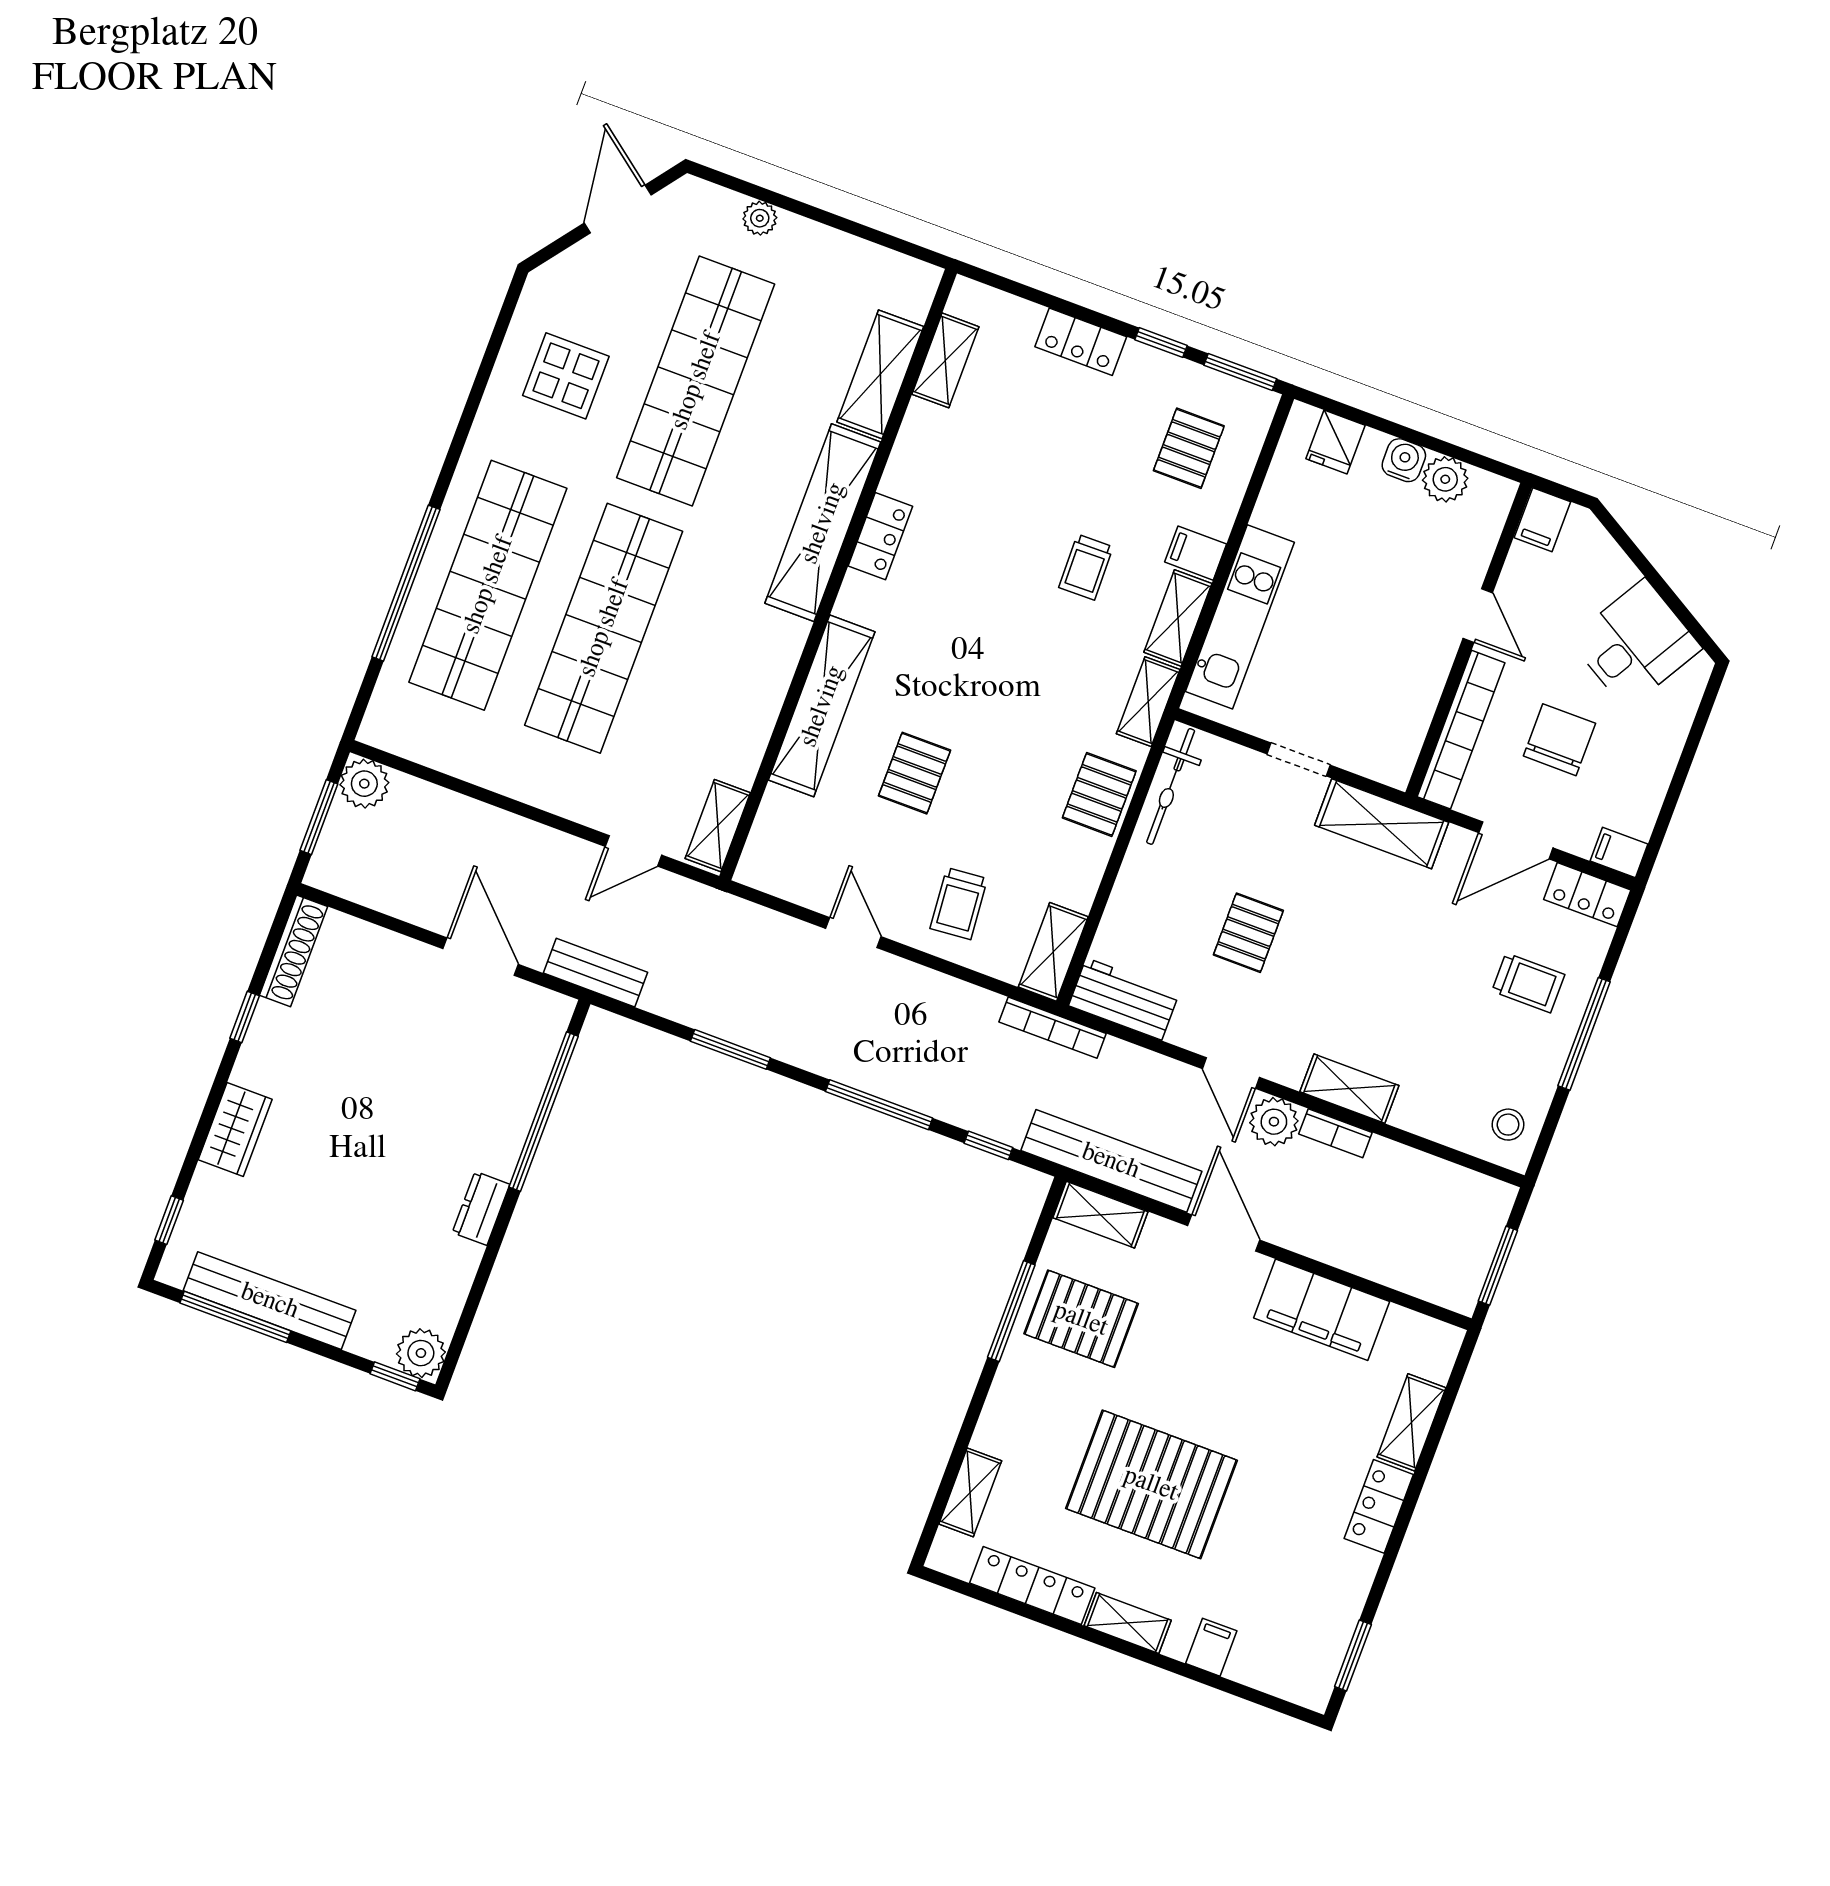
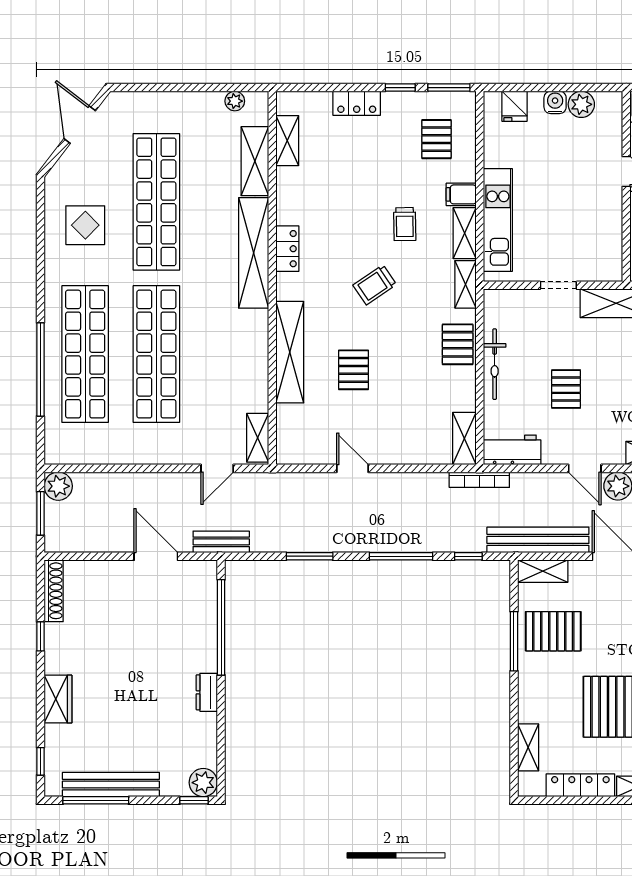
plant: (760, 218) -> (235, 101), moved
bicycle: (1171, 786) -> (495, 364), moved
trolley: (959, 904) -> (375, 285), moved, turned 61

